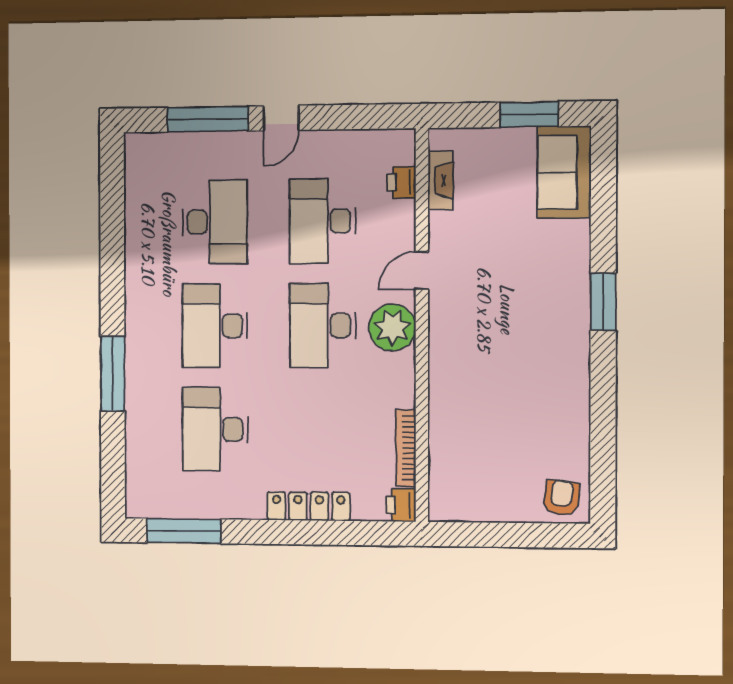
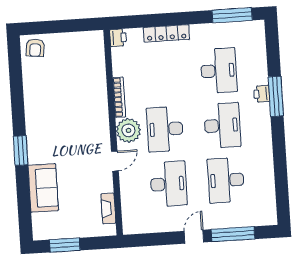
sofa: (564, 172) -> (43, 188), moved
printer: (401, 182) -> (262, 94), moved, turned 180
desk: (323, 326) -> (165, 129), turned 180
bookcase: (406, 448) -> (119, 97), moved

